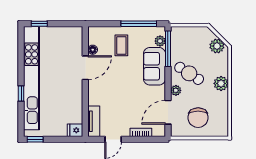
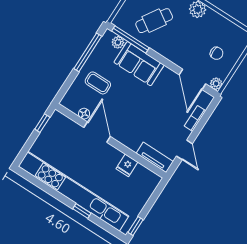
window: (39, 24) -> (42, 123), moved
cafe table: (189, 73) -> (154, 21), moved
plant: (176, 90) -> (216, 84), moved
chair: (198, 118) -> (217, 53), width x0.54, depth x0.54
fridge: (75, 130) -> (127, 165), moved

